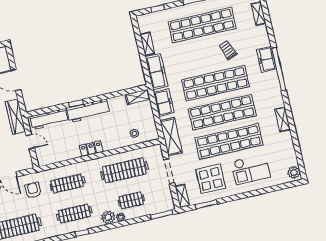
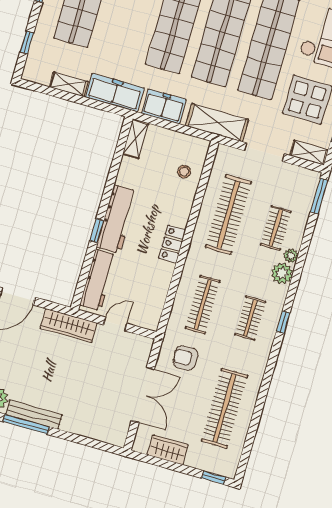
clothes rail: (74, 214) -> (250, 318), width x0.73

